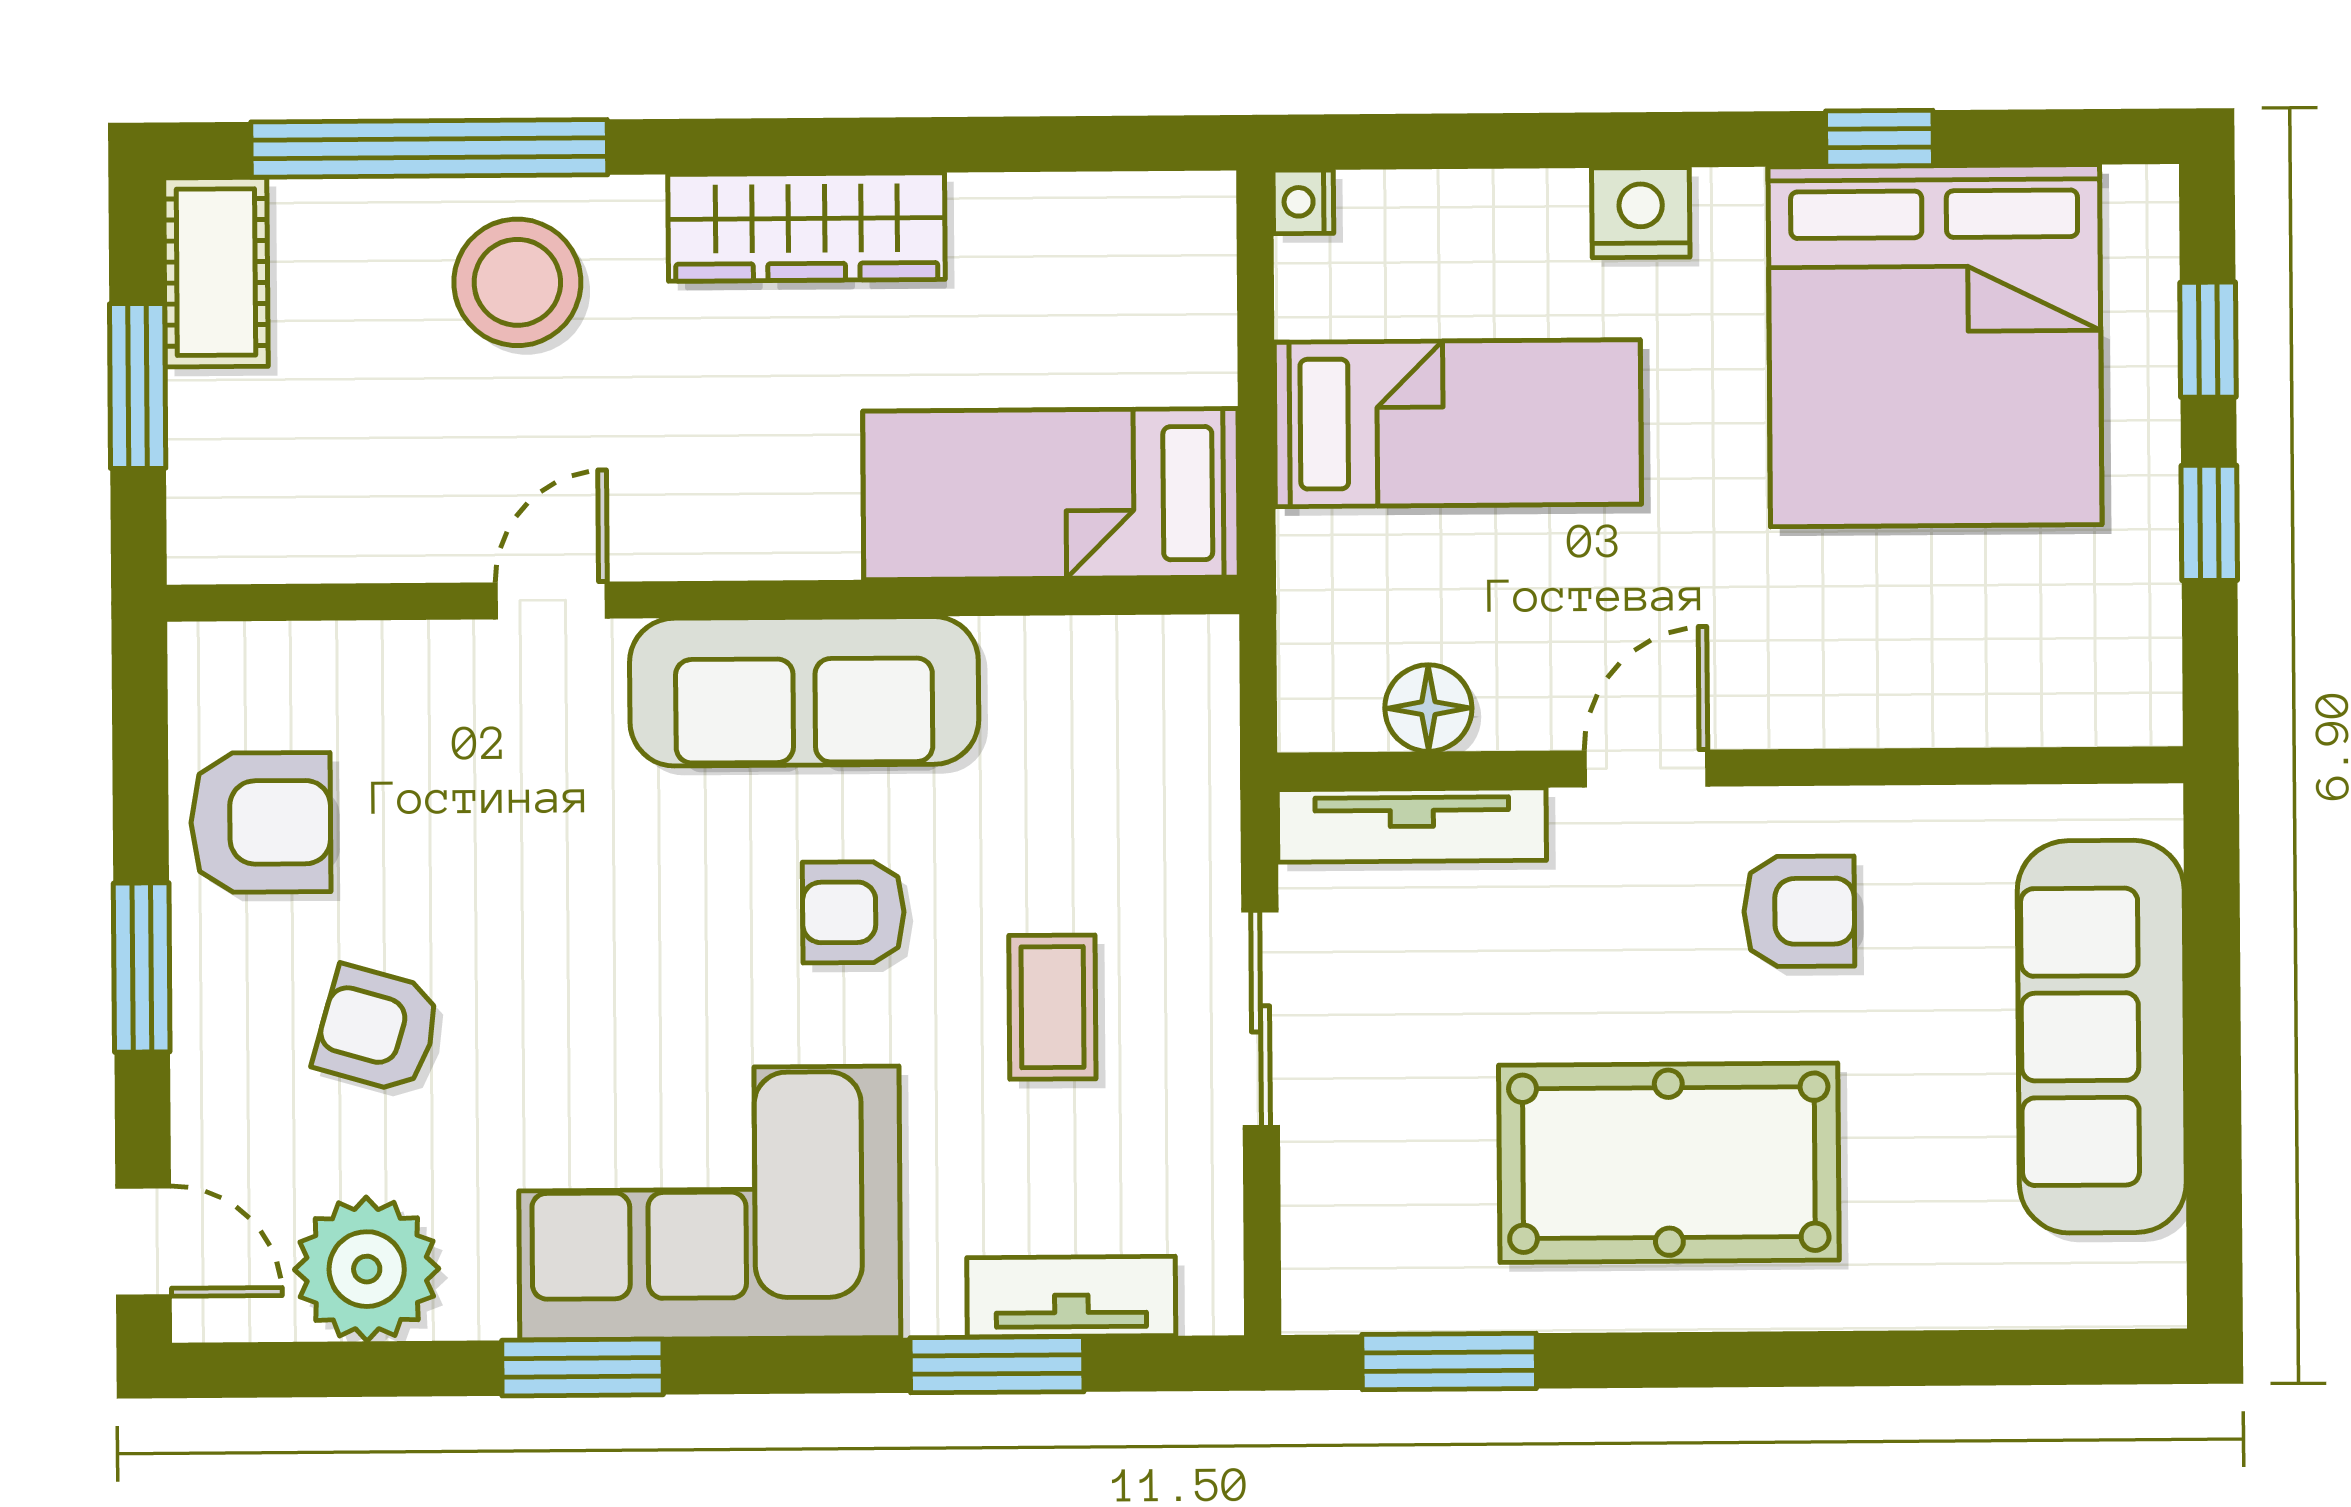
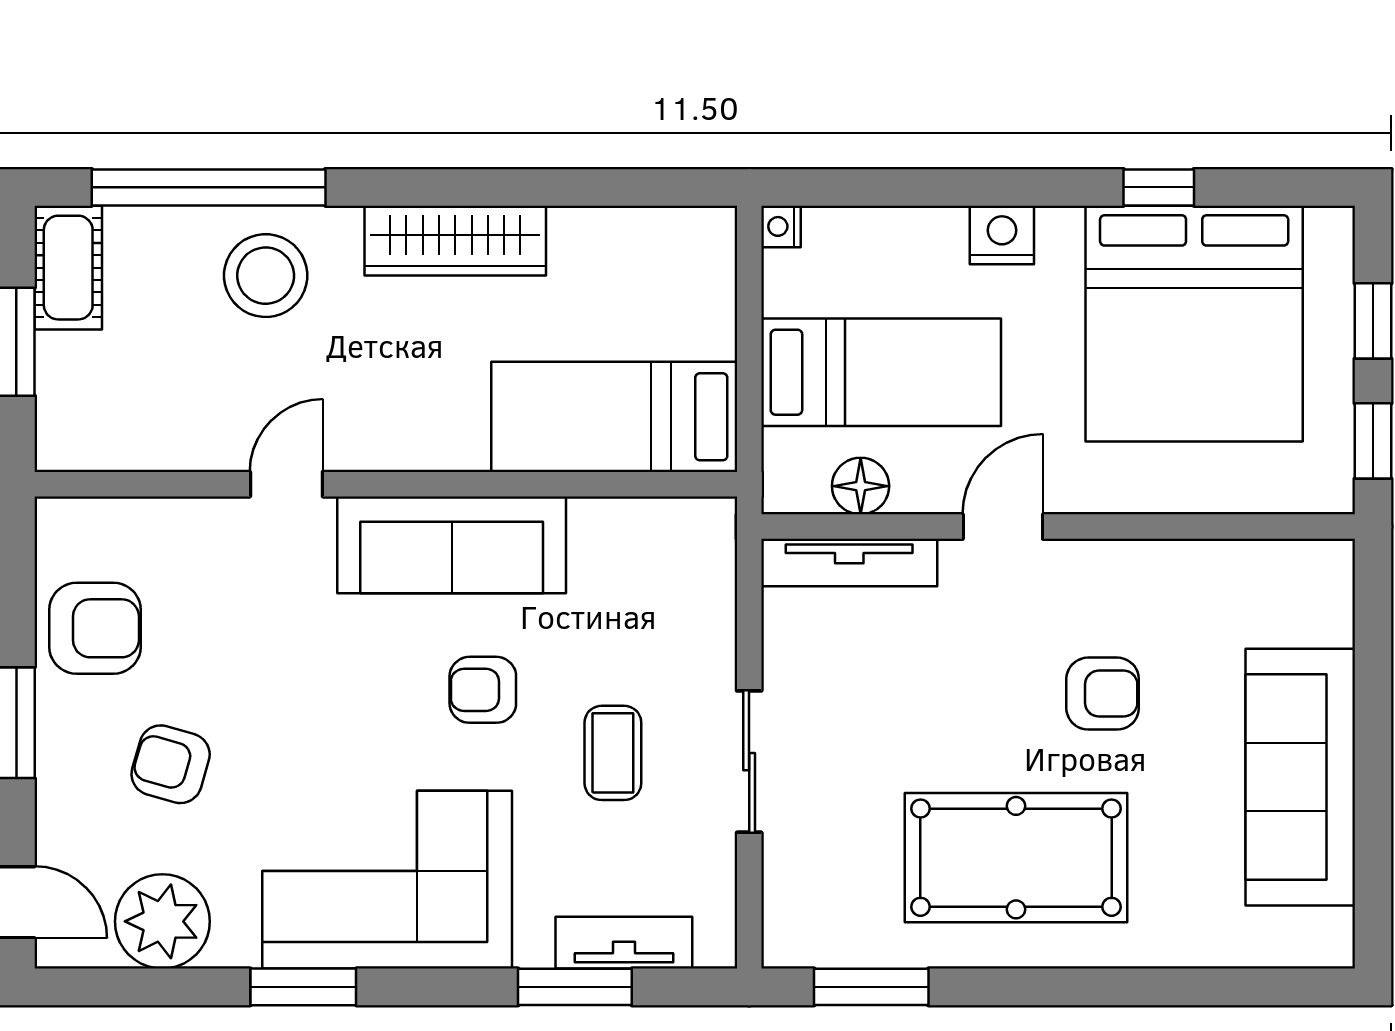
floor lamp: (1428, 708) -> (861, 486), moved
door: (1646, 768) -> (1003, 527), moved
wall: (1730, 768) -> (1058, 527), moved
tv unit: (1412, 825) -> (849, 563), moved

